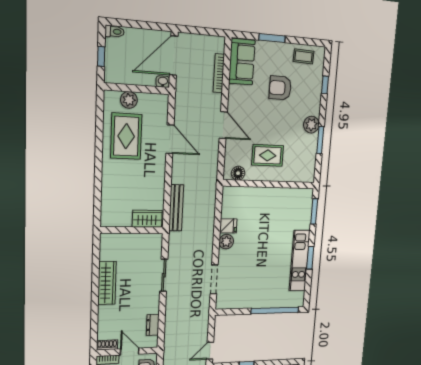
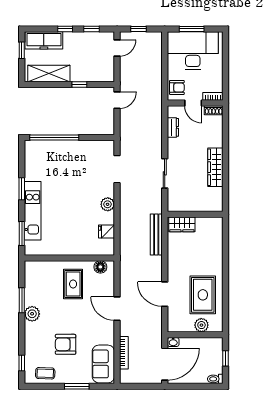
window: (325, 85) -> (22, 363), moved
armchair: (280, 88) -> (66, 344), turned 180
rug: (268, 155) -> (73, 284), turned 90
fridge: (228, 226) -> (107, 232), moved
kitchen unit: (300, 261) -> (33, 211), moved

